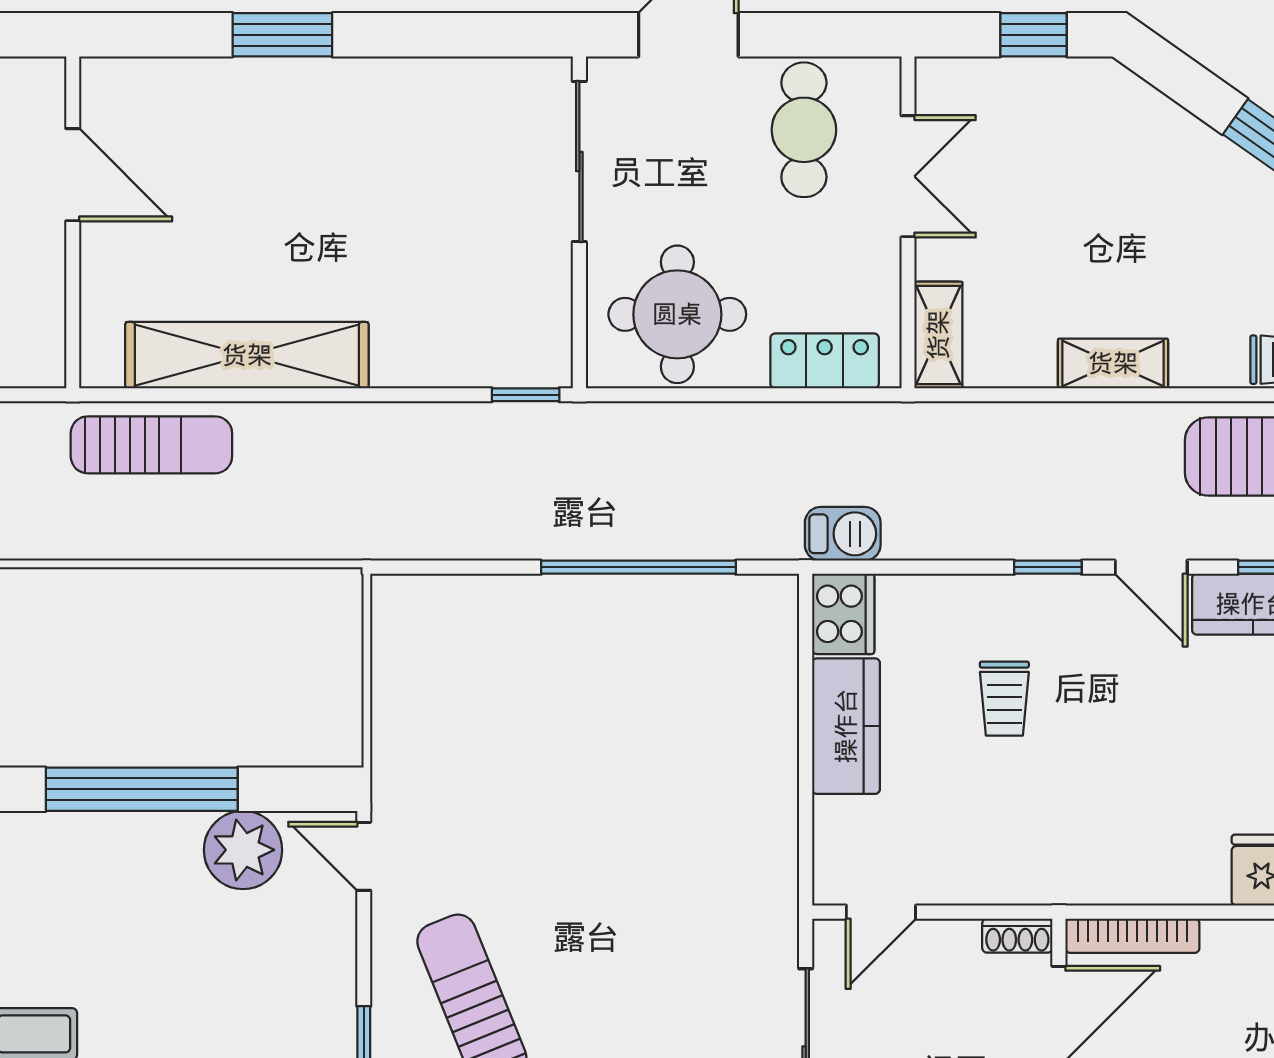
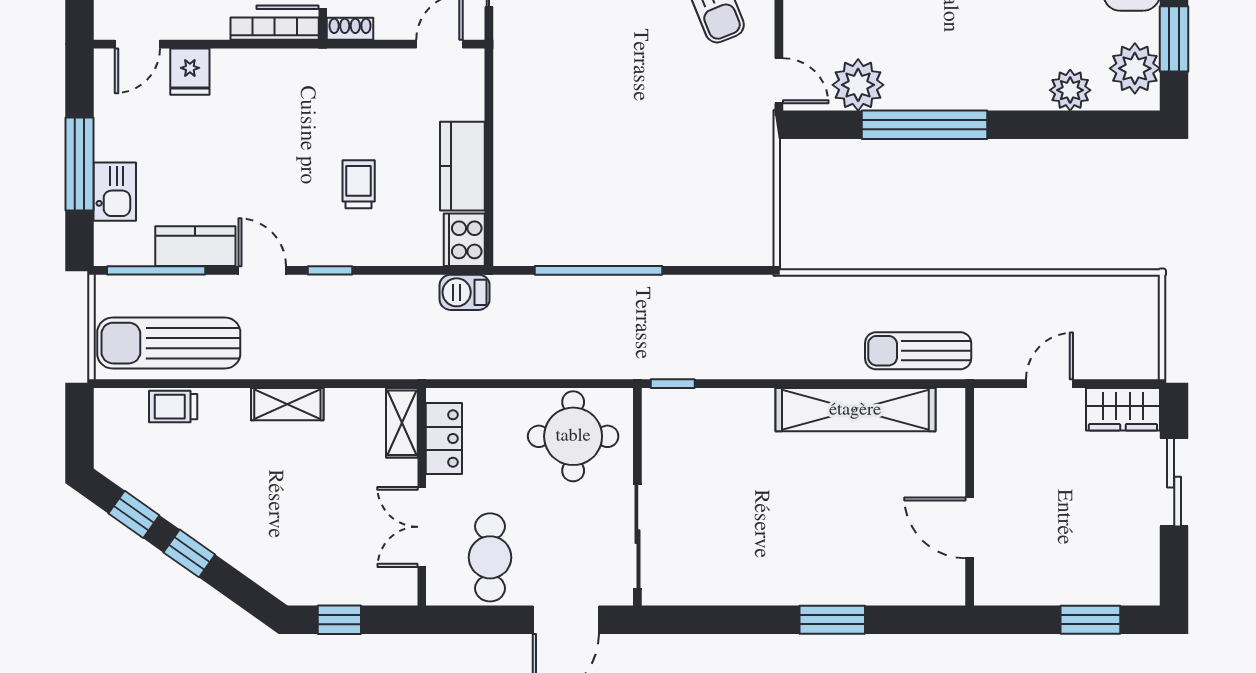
locker: (825, 361) -> (444, 438), moved, turned -90

